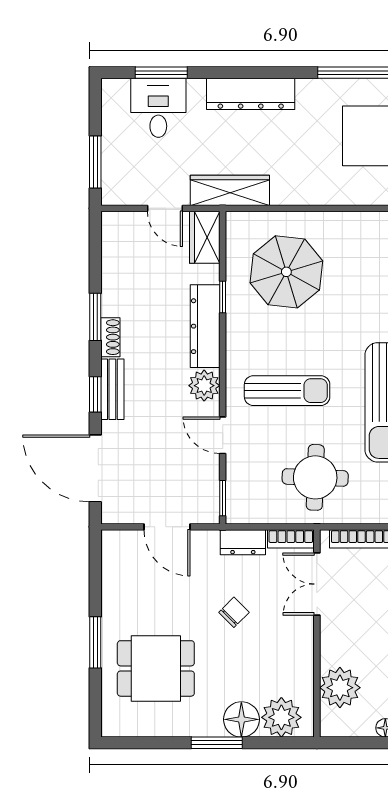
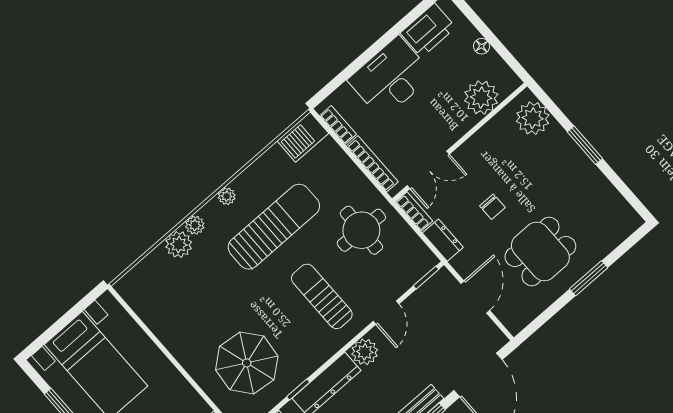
chair: (234, 612) -> (492, 207), turned -135
dining table: (156, 668) -> (540, 251), moved, turned 90
floor lamp: (241, 719) -> (556, 142), removed

